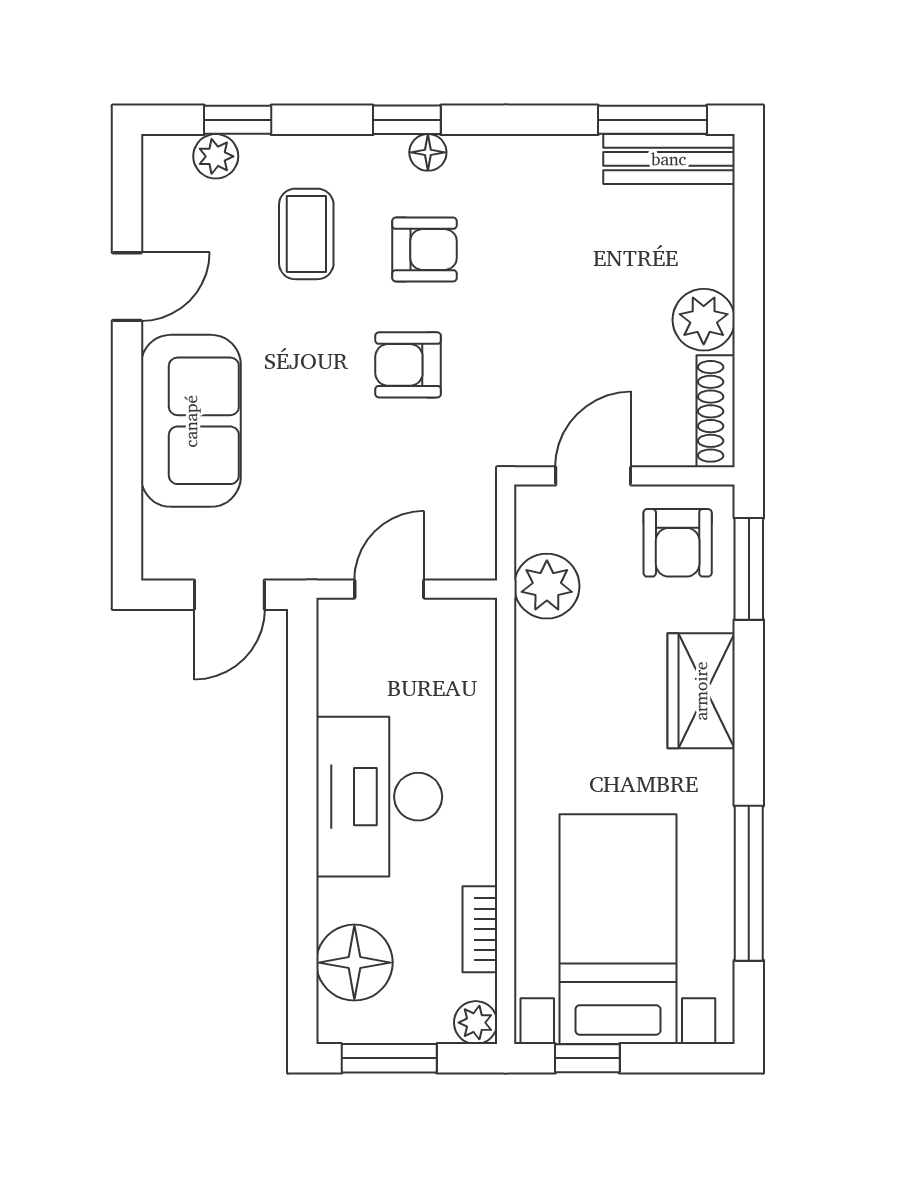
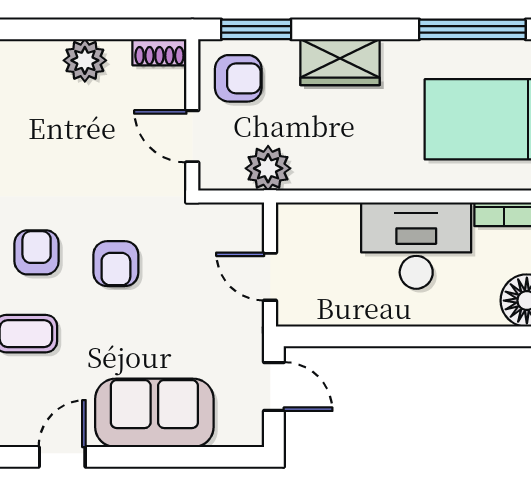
door: (127, 287) -> (62, 457), hinge flipped
shoe rack: (716, 411) -> (159, 52), width x0.70
desk: (379, 797) -> (416, 246), moved, turned 180

